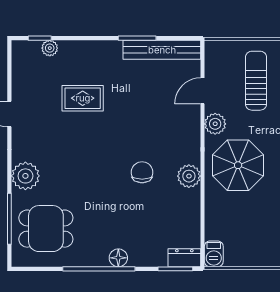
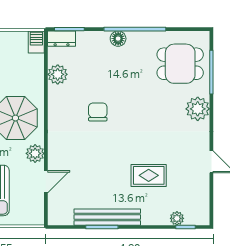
bench: (162, 50) -> (107, 217), moved
chair: (142, 172) -> (98, 112), turned 180
plant: (189, 176) -> (58, 74), moved

